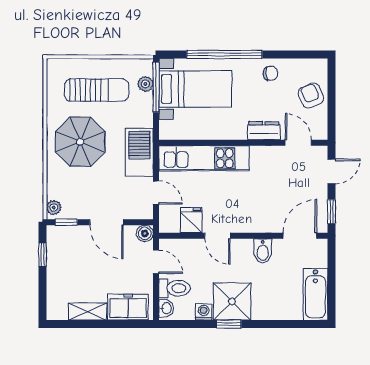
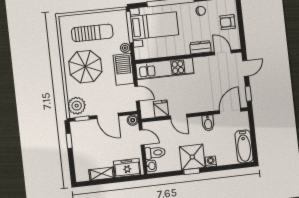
plant: (145, 84) -> (125, 48), moved
armchair: (311, 96) -> (228, 22), turned -66
plant: (54, 208) -> (77, 106), width x1.87, depth x1.87
washing machine: (204, 312) -> (211, 162), moved

